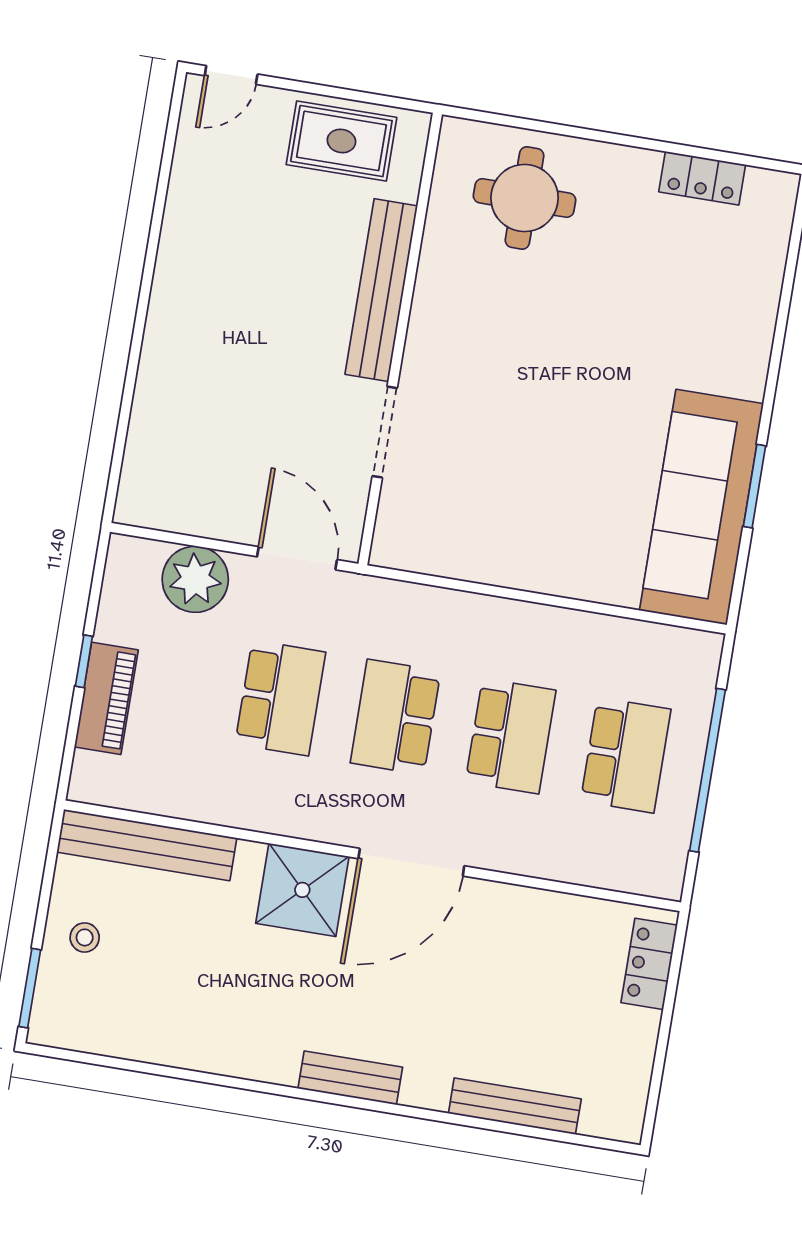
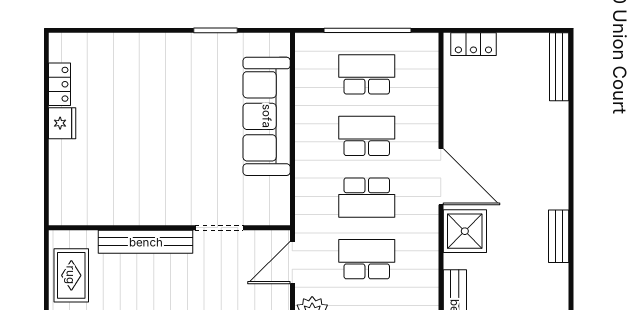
fridge: (629, 171) -> (62, 123), added
round table: (525, 198) -> (85, 175), removed
sofa: (702, 507) -> (267, 116), moved, turned 90
bench: (350, 1078) -> (559, 236), moved
bench: (515, 1106) -> (559, 67), moved

